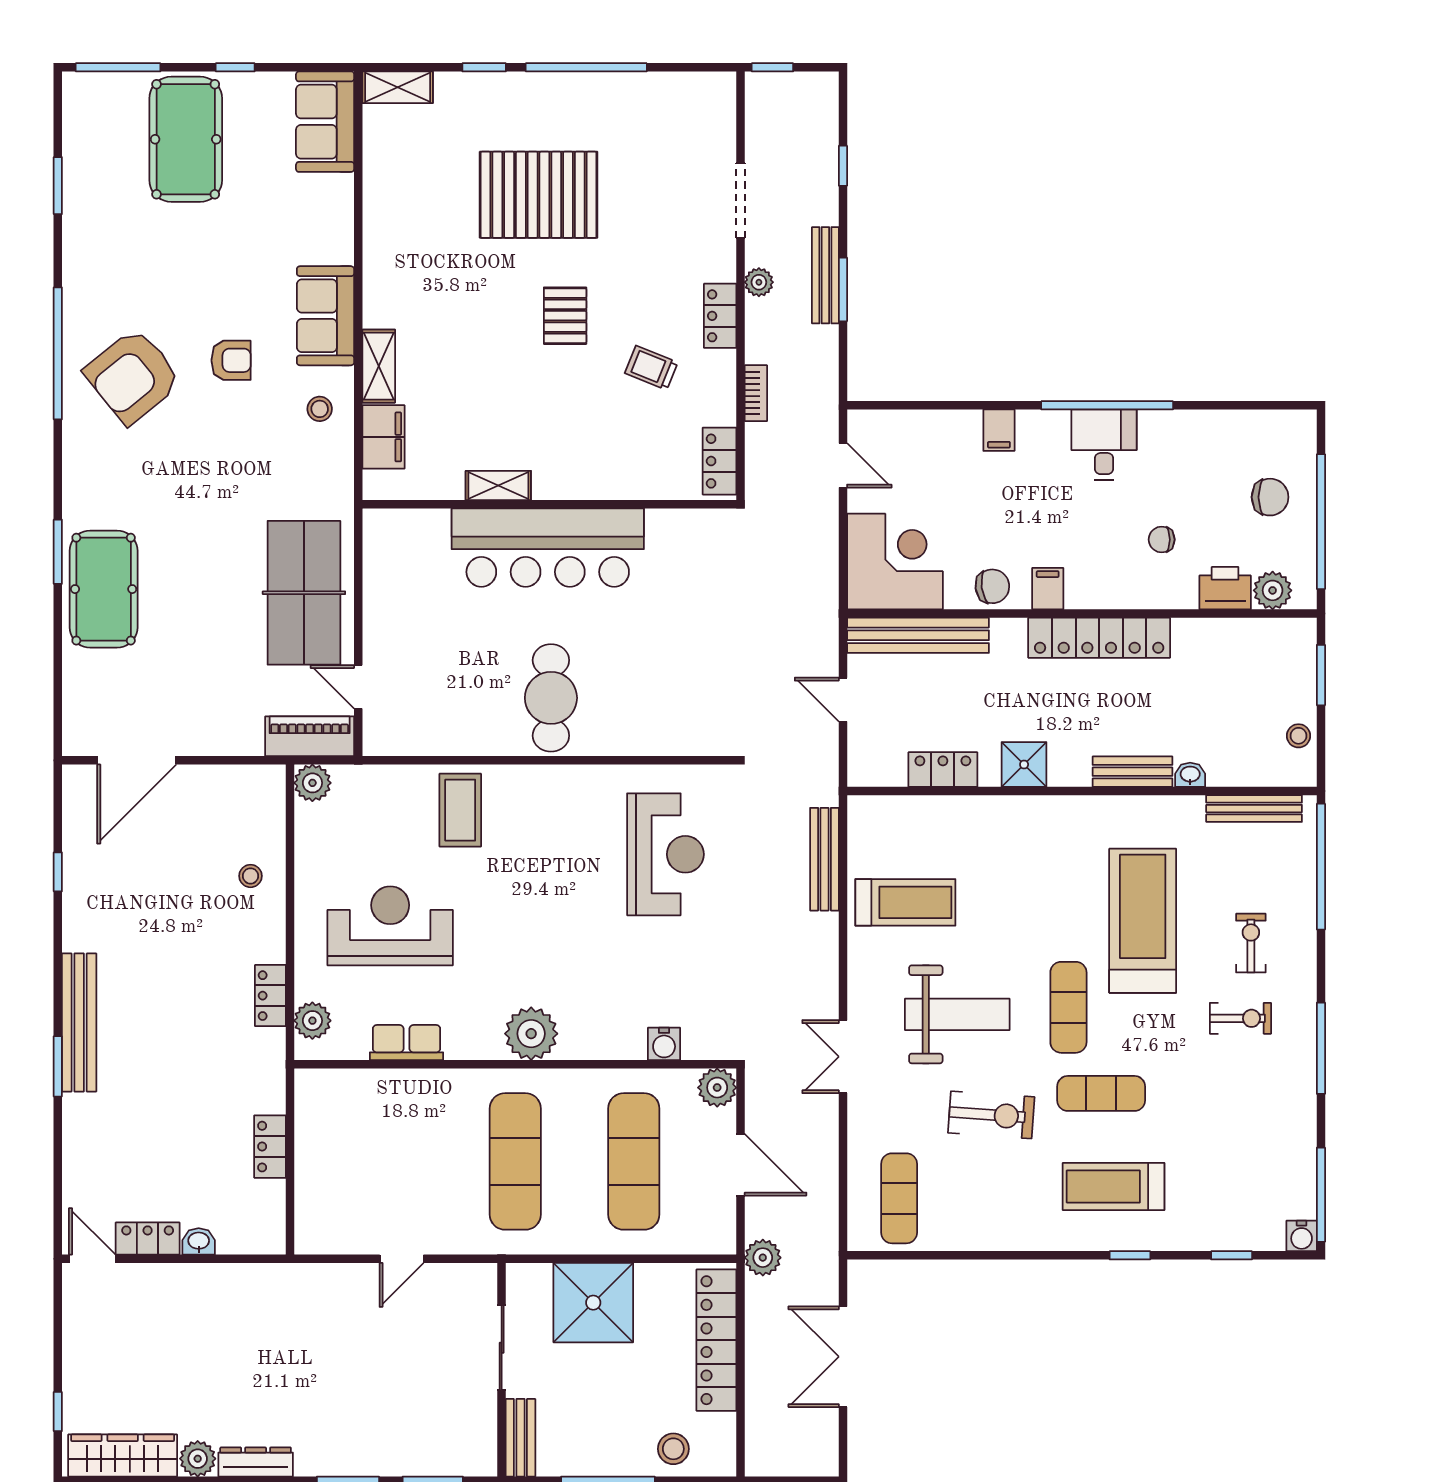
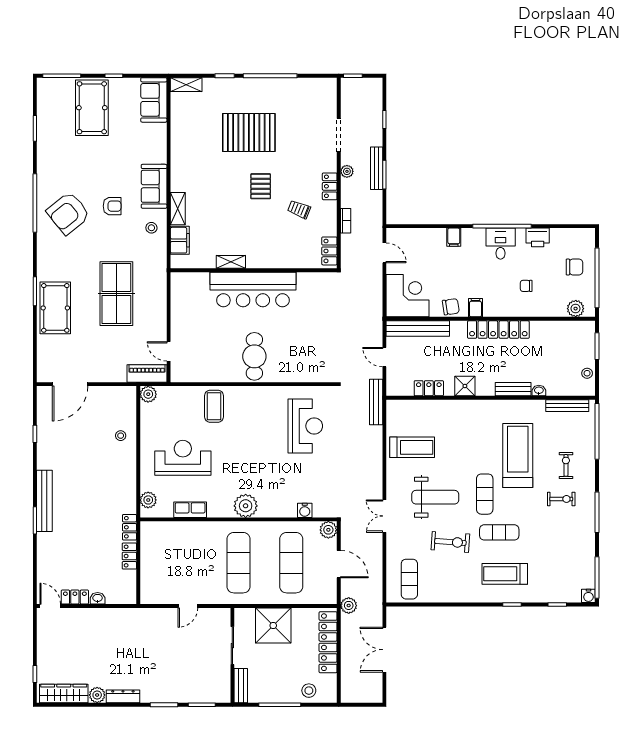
printer: (1225, 588) -> (538, 237), moved, turned 180
table tennis table: (304, 593) -> (116, 294), moved
bench: (824, 859) -> (376, 402), moved
locker: (270, 996) -> (130, 527), moved

